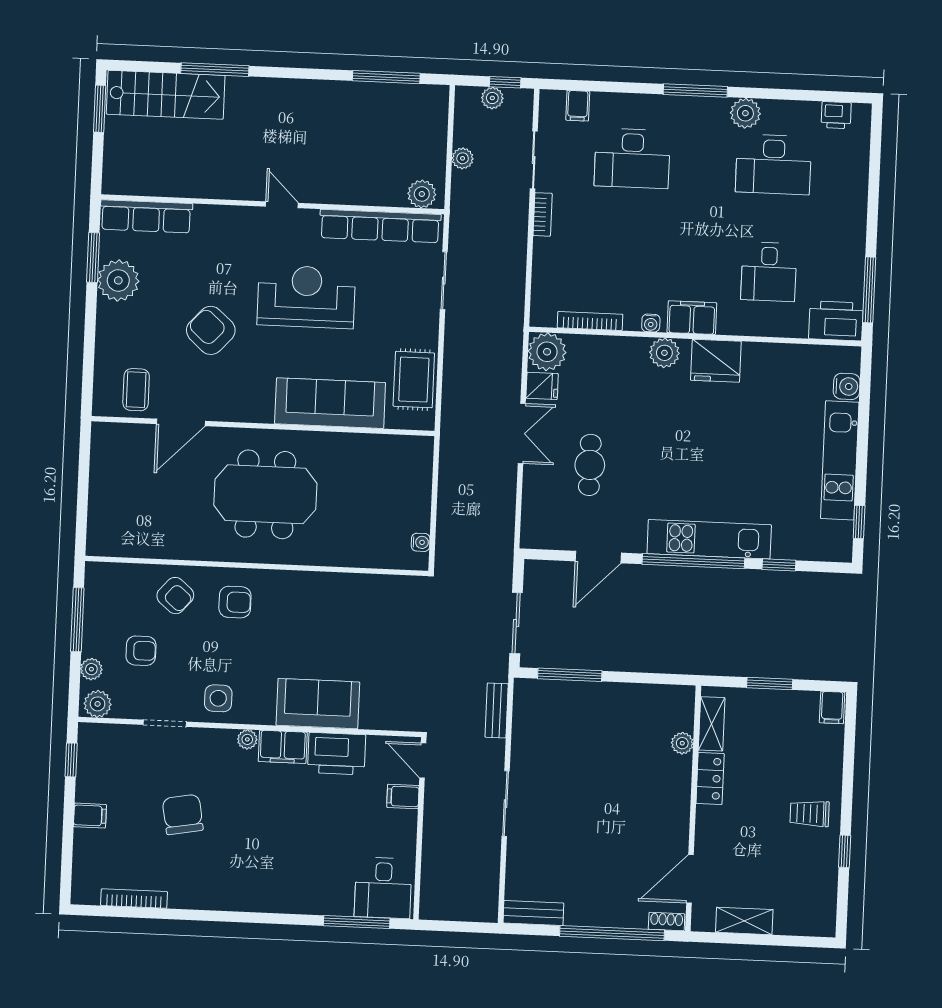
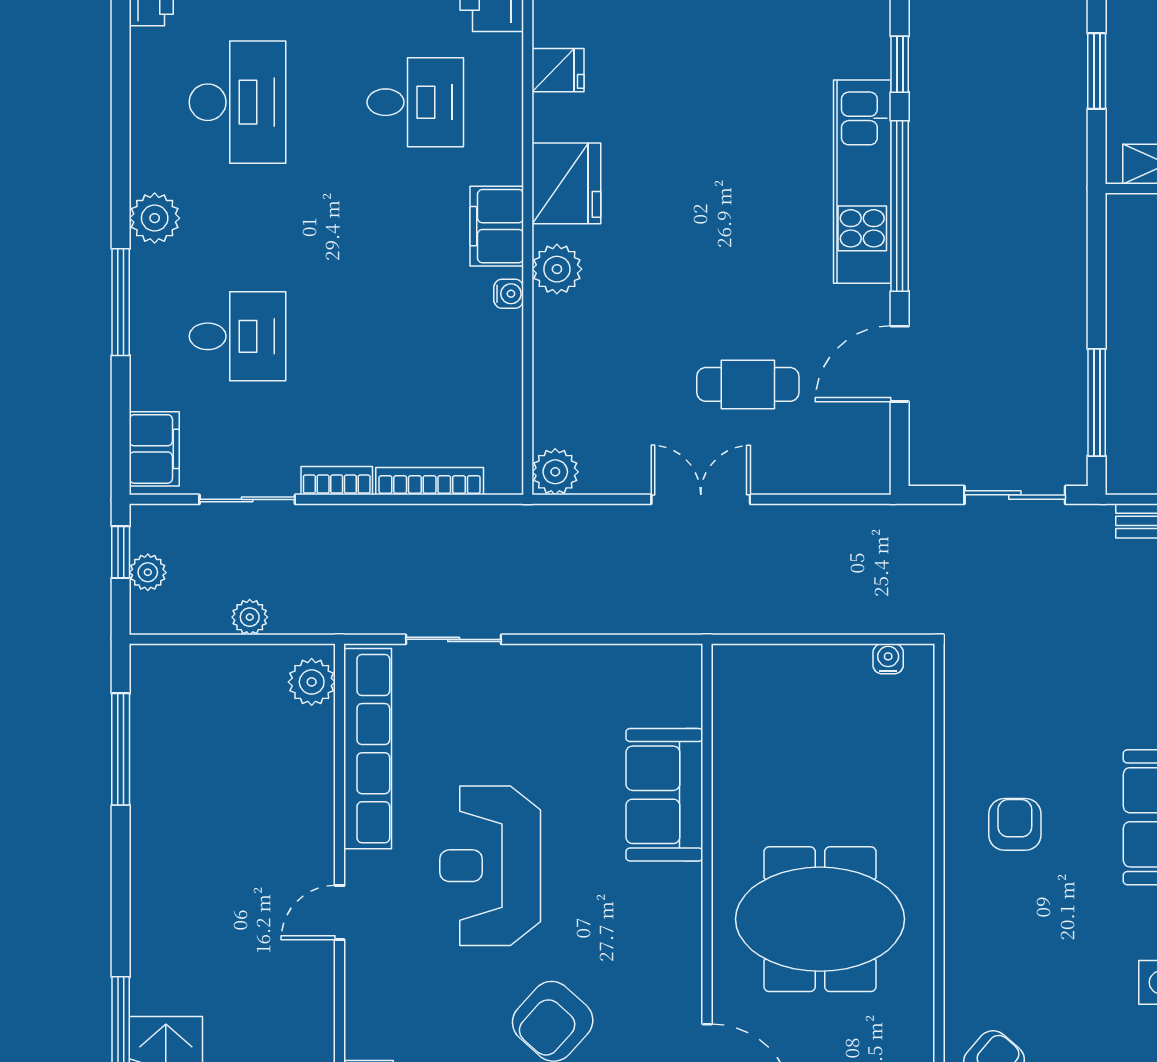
window: (695, 91) -> (121, 302), moved
filing cabinet: (578, 106) -> (154, 449), width x2.00
plant: (745, 113) -> (155, 218), moved
desk: (632, 158) -> (237, 336), width x0.73
bookcase: (590, 321) -> (430, 481), moved, turned 90
plant: (547, 352) -> (555, 472), width x0.73, depth x0.73
rug: (414, 380) -> (619, 682), removed
fridge: (542, 386) -> (558, 70), moved, turned 90
sofa: (330, 403) -> (664, 795), width x0.73
meeting table: (265, 494) -> (820, 919), turned 90
door: (598, 557) -> (900, 364), swing flipped
armchair: (235, 602) -> (1015, 824), moved

